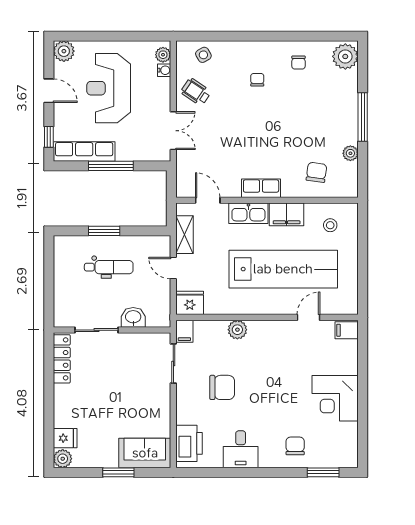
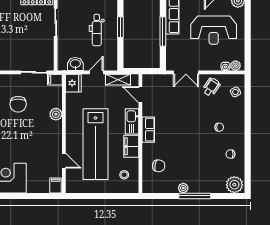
reception desk: (109, 88) -> (214, 30), turned 180
plant: (350, 153) -> (183, 188), moved
door: (208, 200) -> (140, 95), swing flipped
washbasin: (133, 317) -> (75, 64), moved, turned -90

